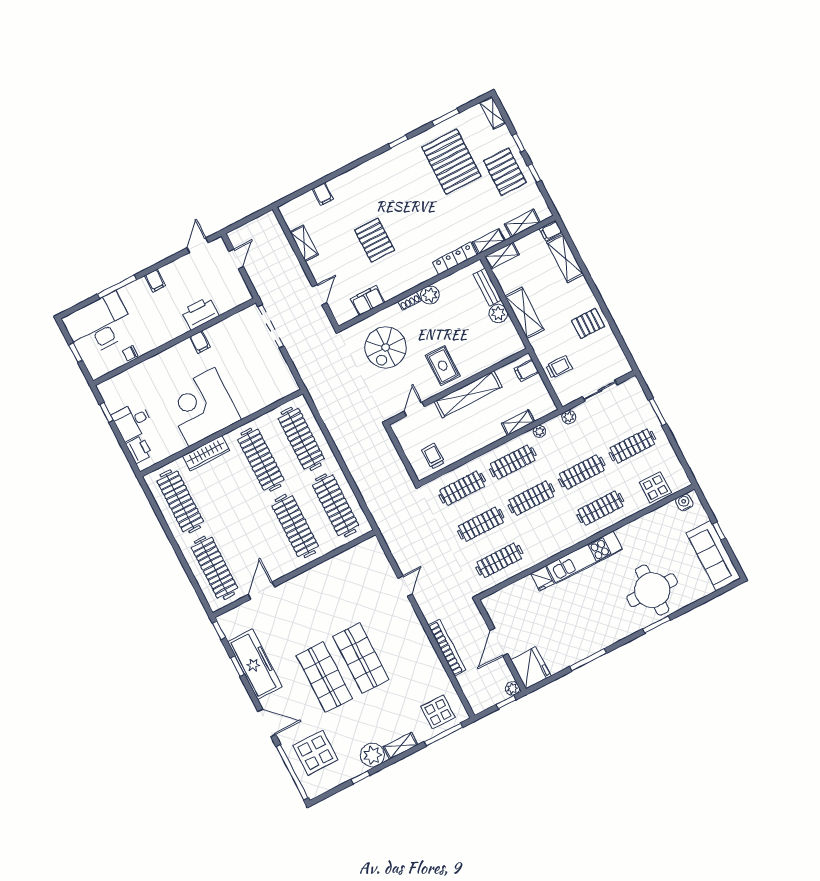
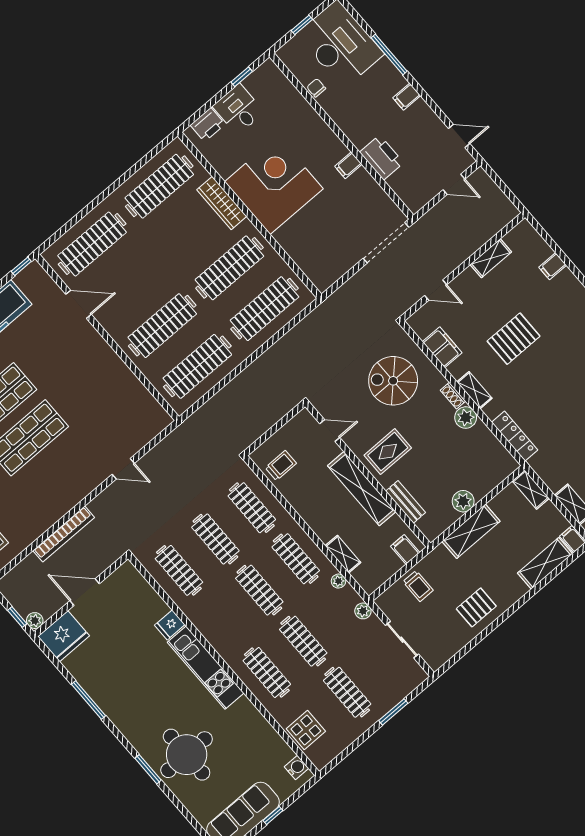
shelving: (489, 241) -> (474, 390), moved
bench: (487, 287) -> (406, 502), moved, turned 90
pallet: (588, 323) -> (476, 607), turned 90

